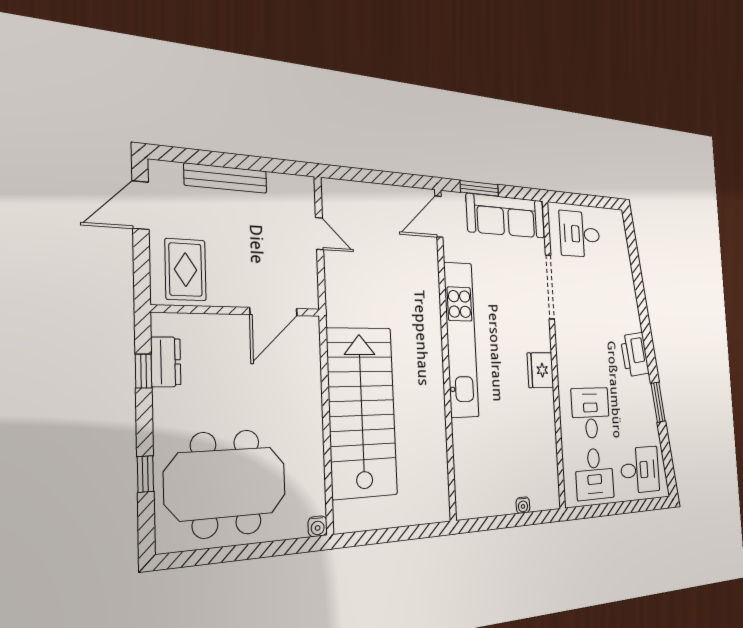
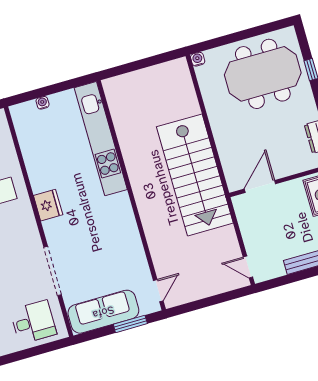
door: (439, 217) -> (158, 291), width x0.73
door: (320, 234) -> (248, 267), moved
kitchen unit: (461, 339) -> (101, 139), moved
stairs: (362, 412) -> (195, 175), moved

